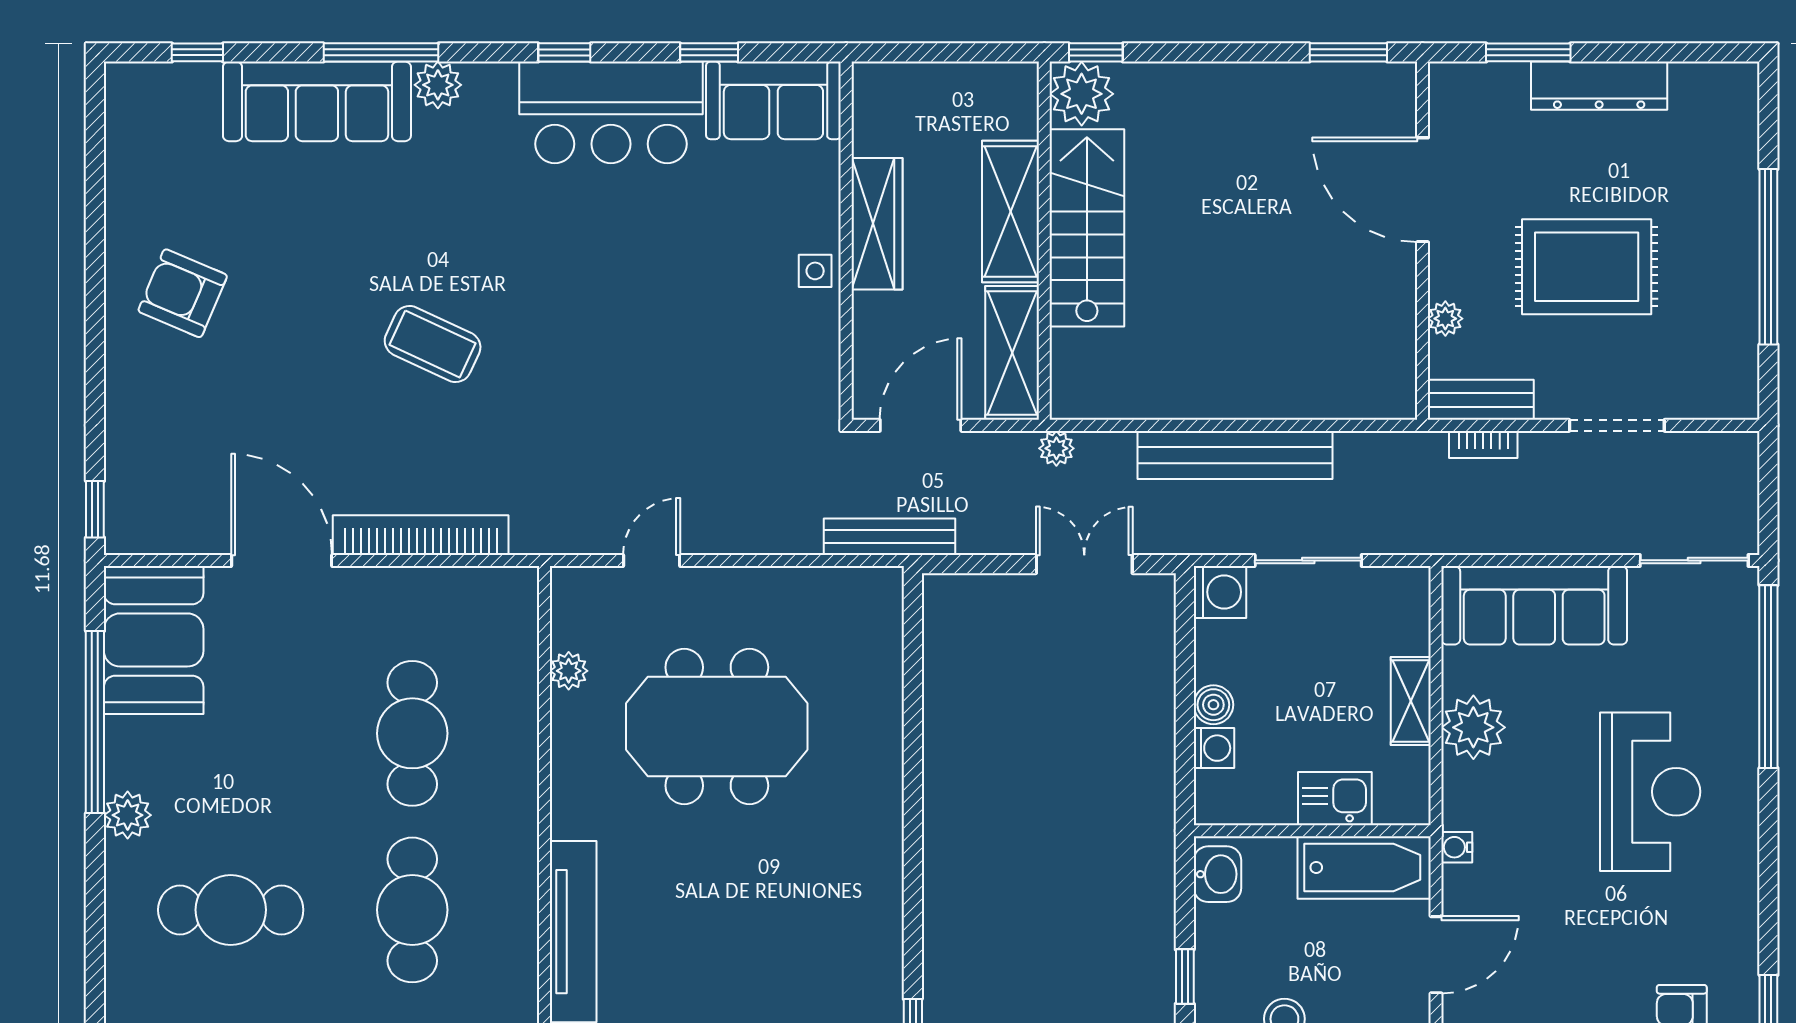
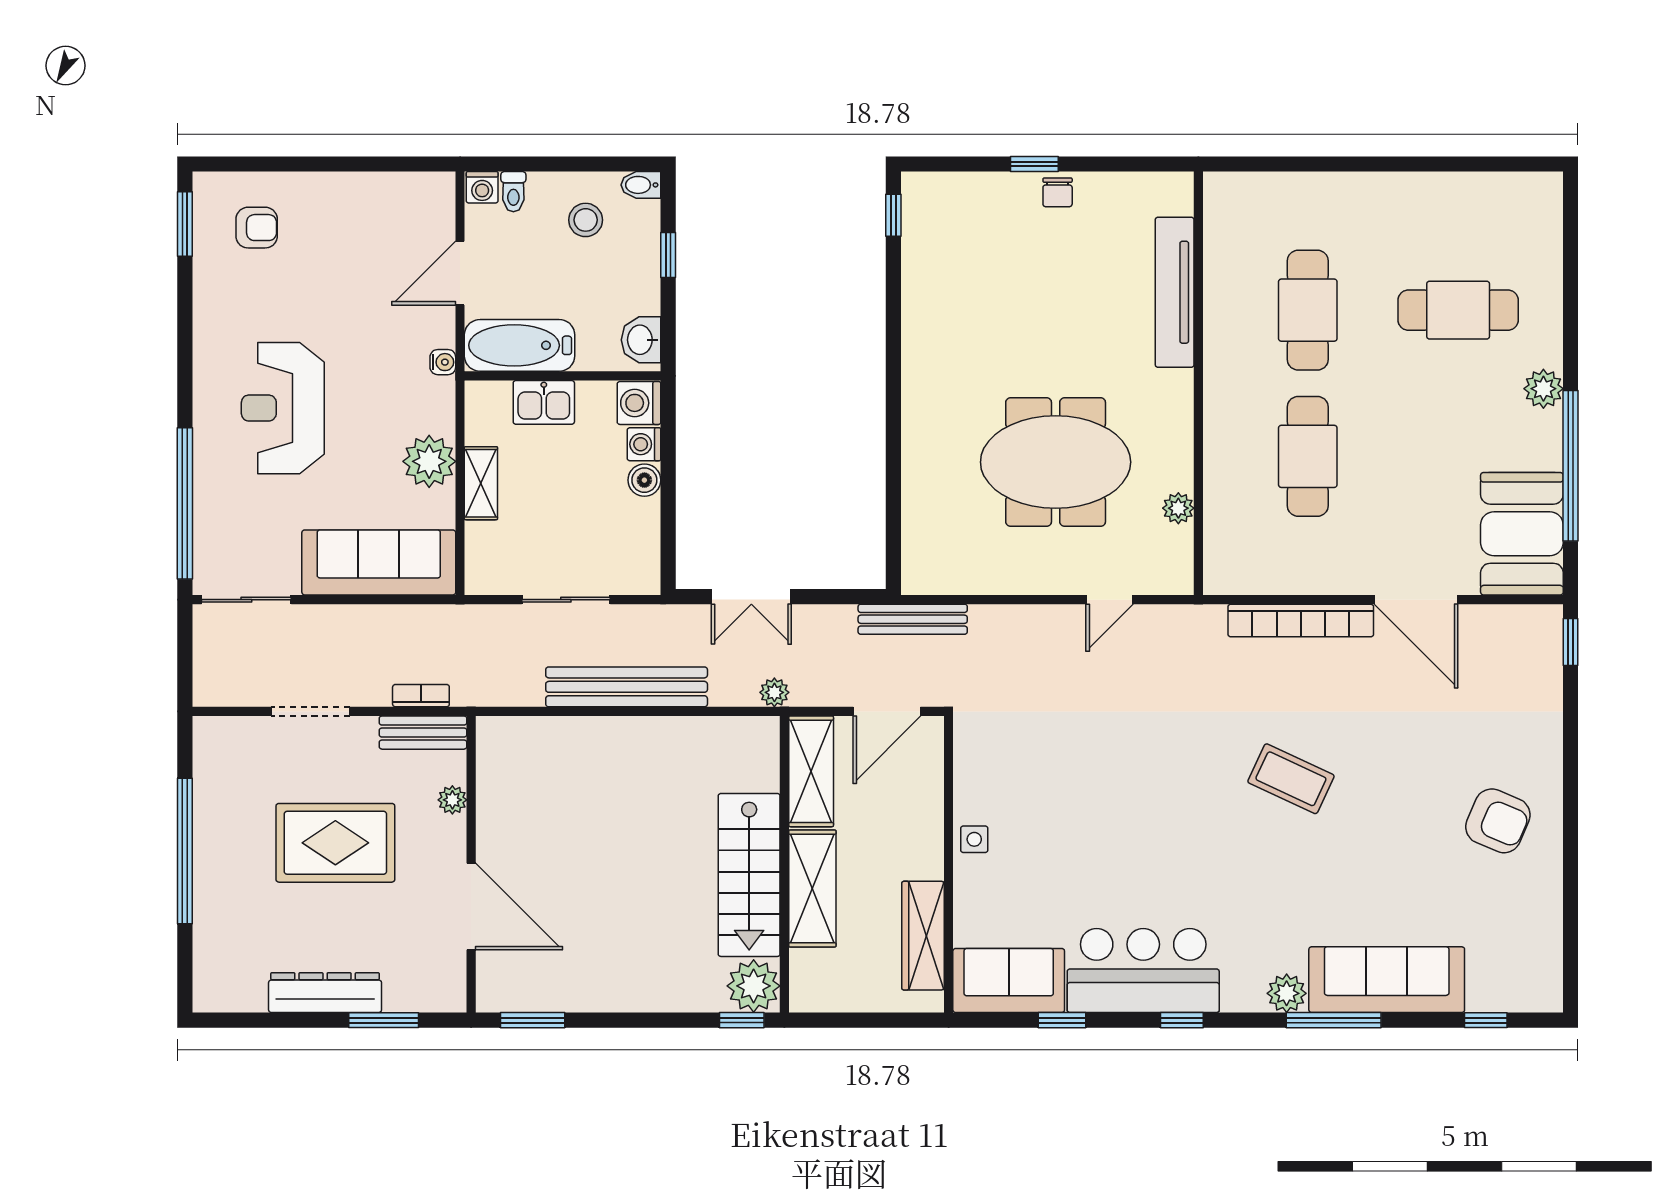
wardrobe: (877, 224) -> (923, 936), moved
washing machine: (1220, 592) -> (639, 403), moved

